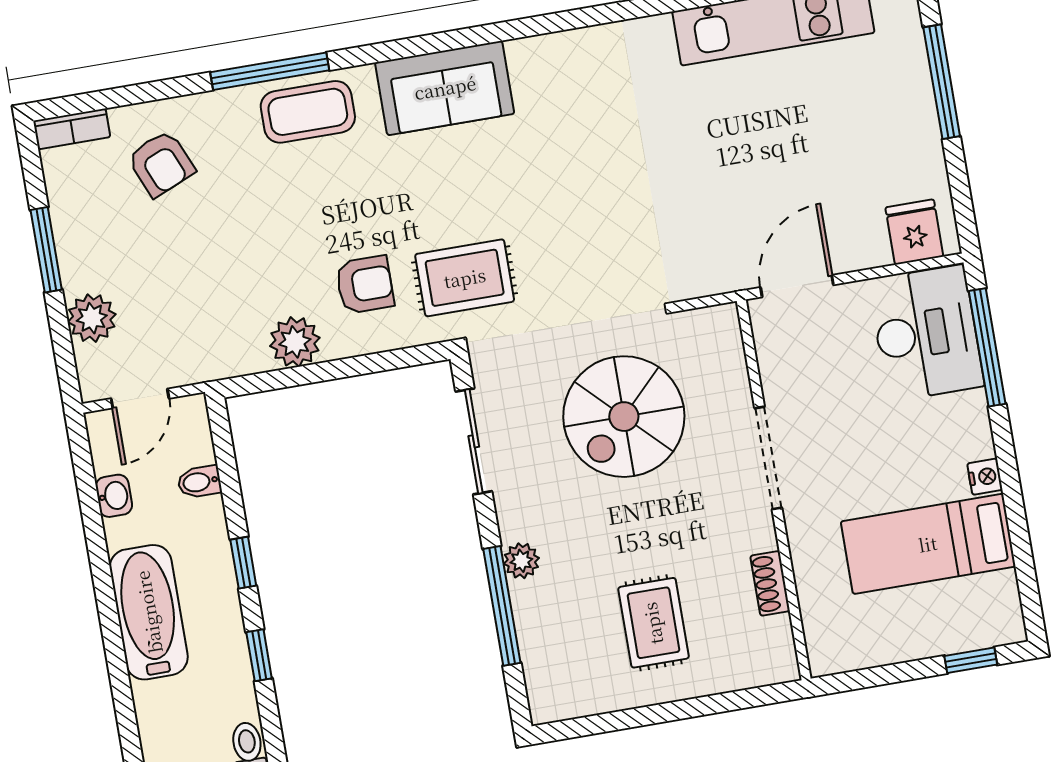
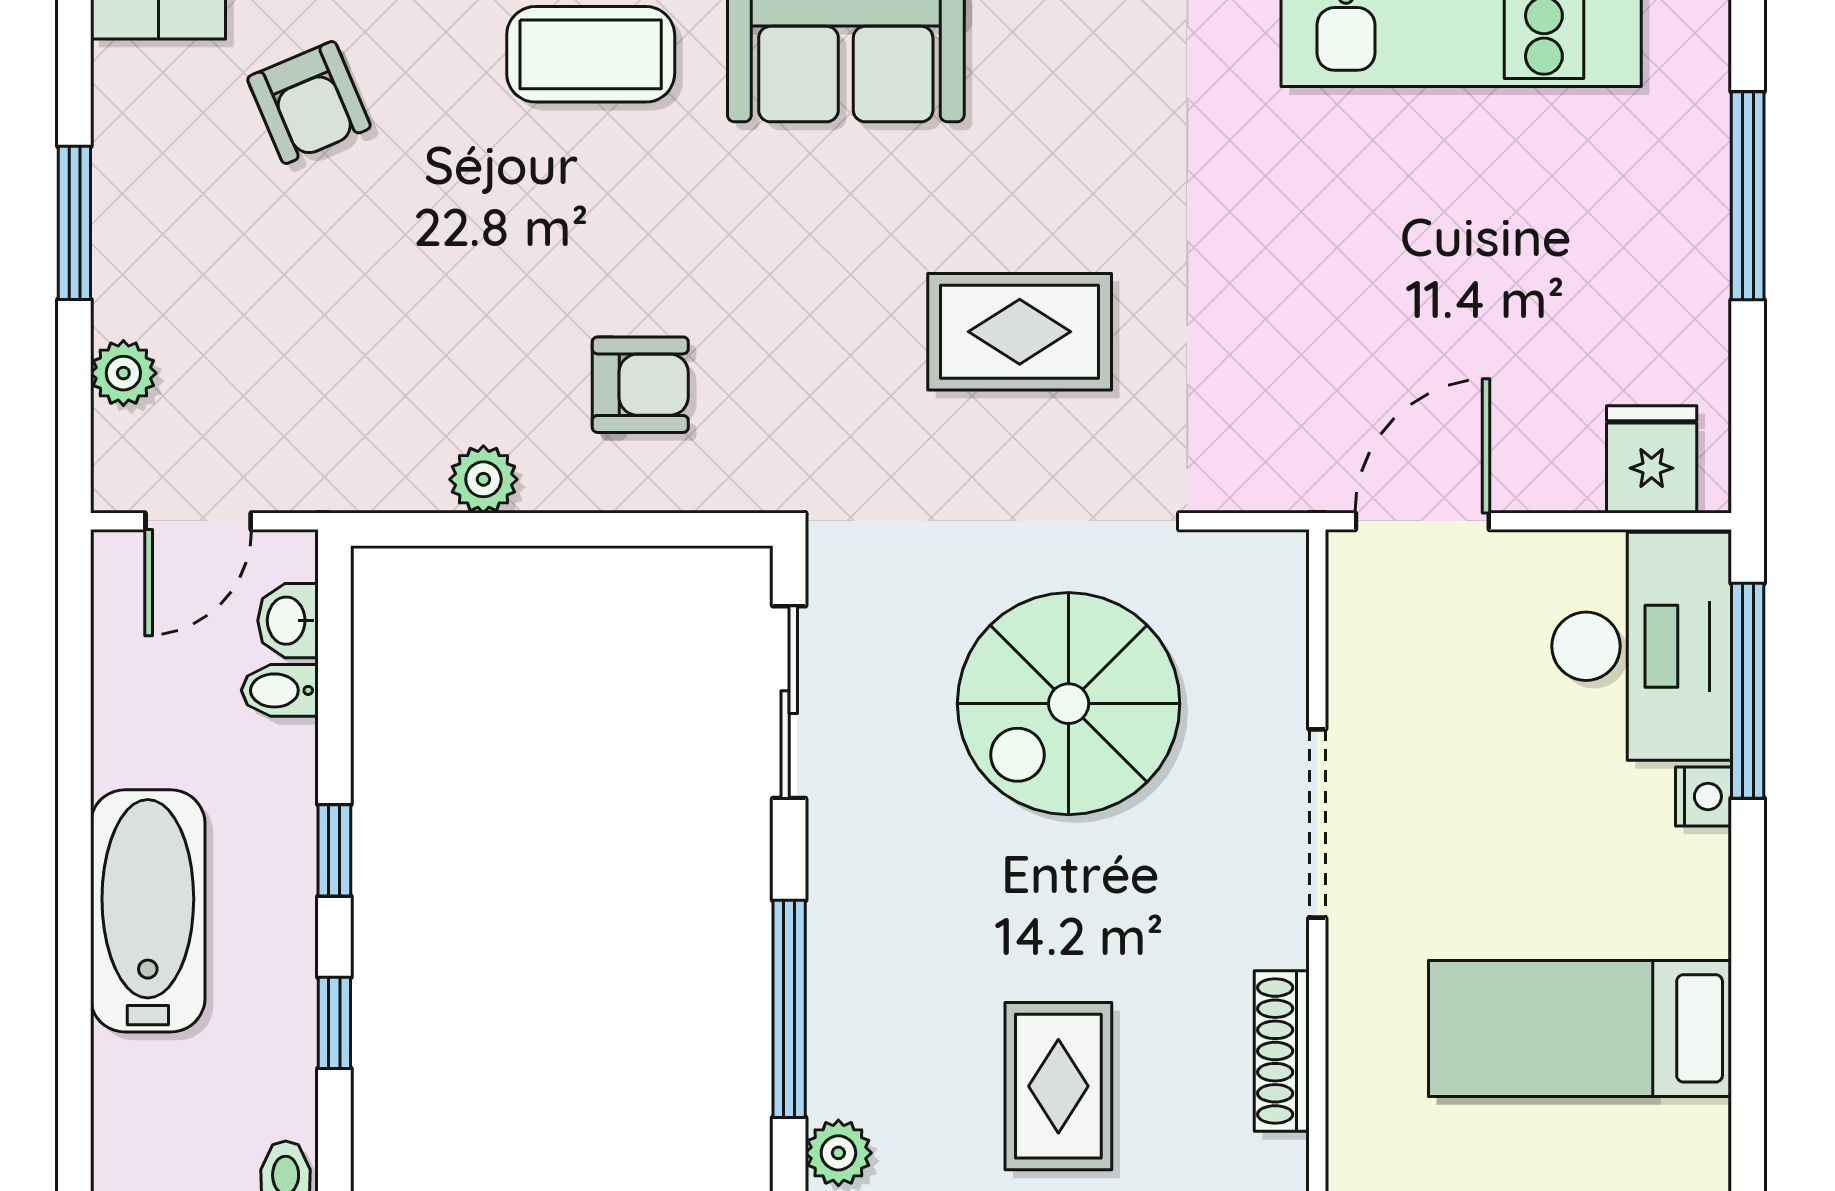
rug: (465, 278) -> (1020, 332), moved
plant: (92, 318) -> (123, 373), width x0.73, depth x0.73
plant: (295, 342) -> (483, 479), width x0.73, depth x0.73
nightstand: (985, 477) -> (1703, 797), moved
washbasin: (114, 496) -> (288, 621), moved, turned 180
plant: (521, 561) -> (838, 1153), moved
shoe rack: (770, 583) -> (1282, 1051), width x1.43

